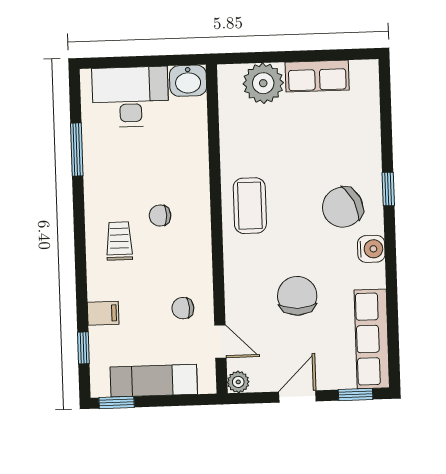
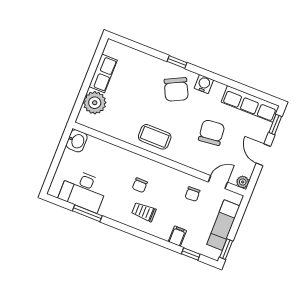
desk: (130, 97) -> (83, 191), moved, turned -90
chair: (297, 296) -> (212, 133), turned 84

